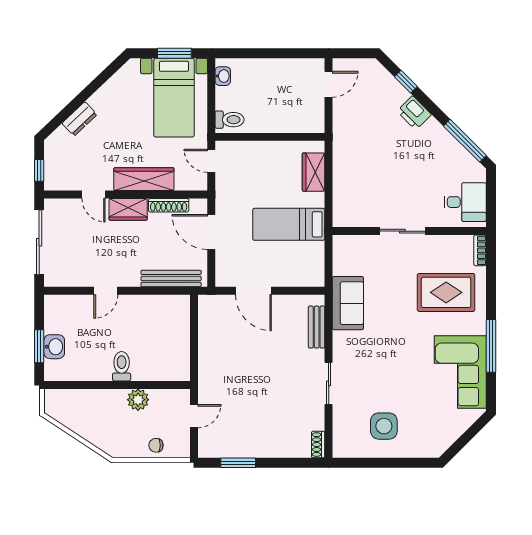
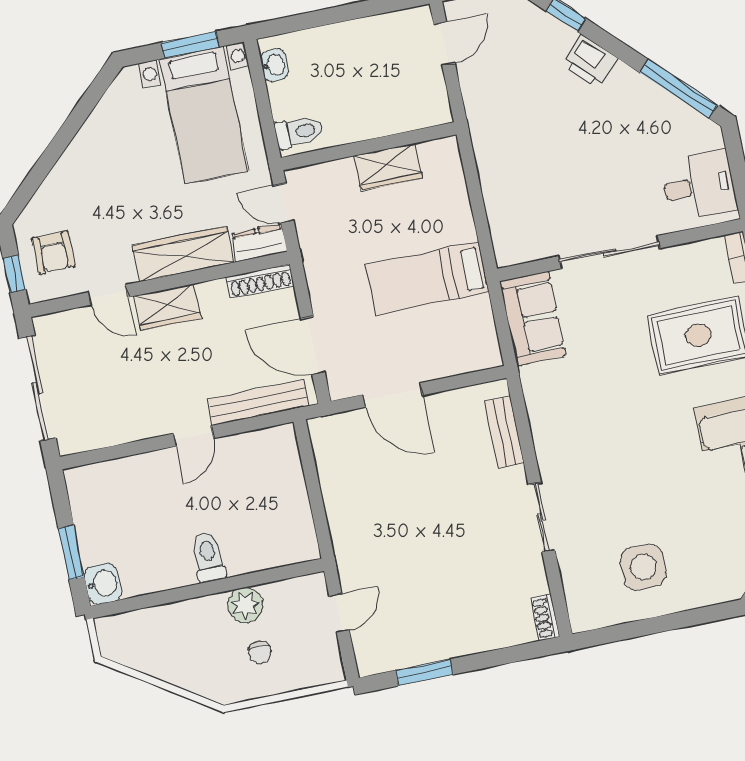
dresser: (80, 119) -> (259, 243), moved, turned -136
armchair: (66, 162) -> (53, 252), added
wardrobe: (313, 172) -> (388, 167), moved, turned -90
shoe rack: (169, 205) -> (260, 281), moved
sliding door: (402, 231) -> (609, 252), width x1.37
door: (211, 232) -> (313, 346), moved
door: (106, 291) -> (194, 436), moved
sofa: (348, 303) -> (533, 319), moved
washbasin: (54, 347) -> (103, 584), moved
chair: (156, 445) -> (260, 653), moved, turned -90

